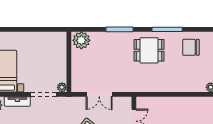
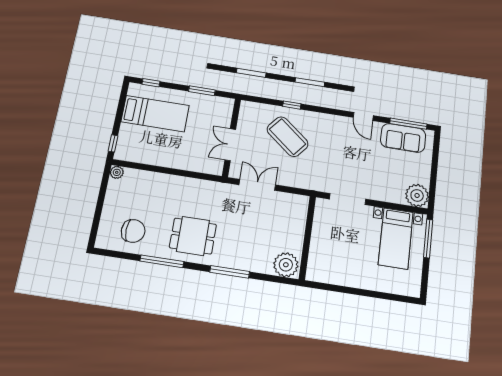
plant: (62, 87) -> (321, 204), removed
double door: (99, 94) -> (257, 185), moved
tv unit: (17, 101) -> (384, 195), removed

